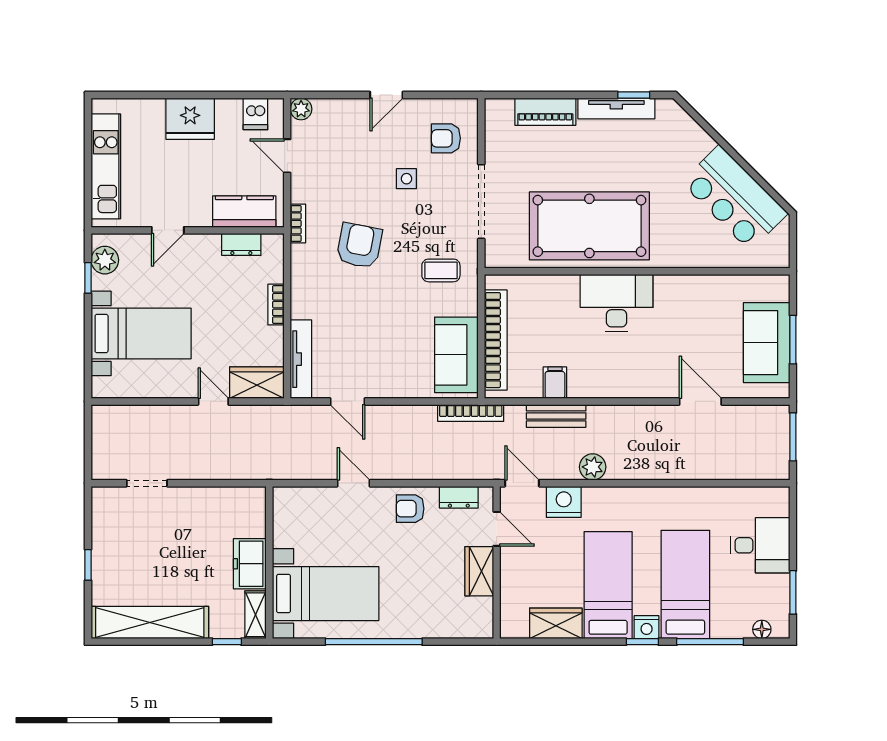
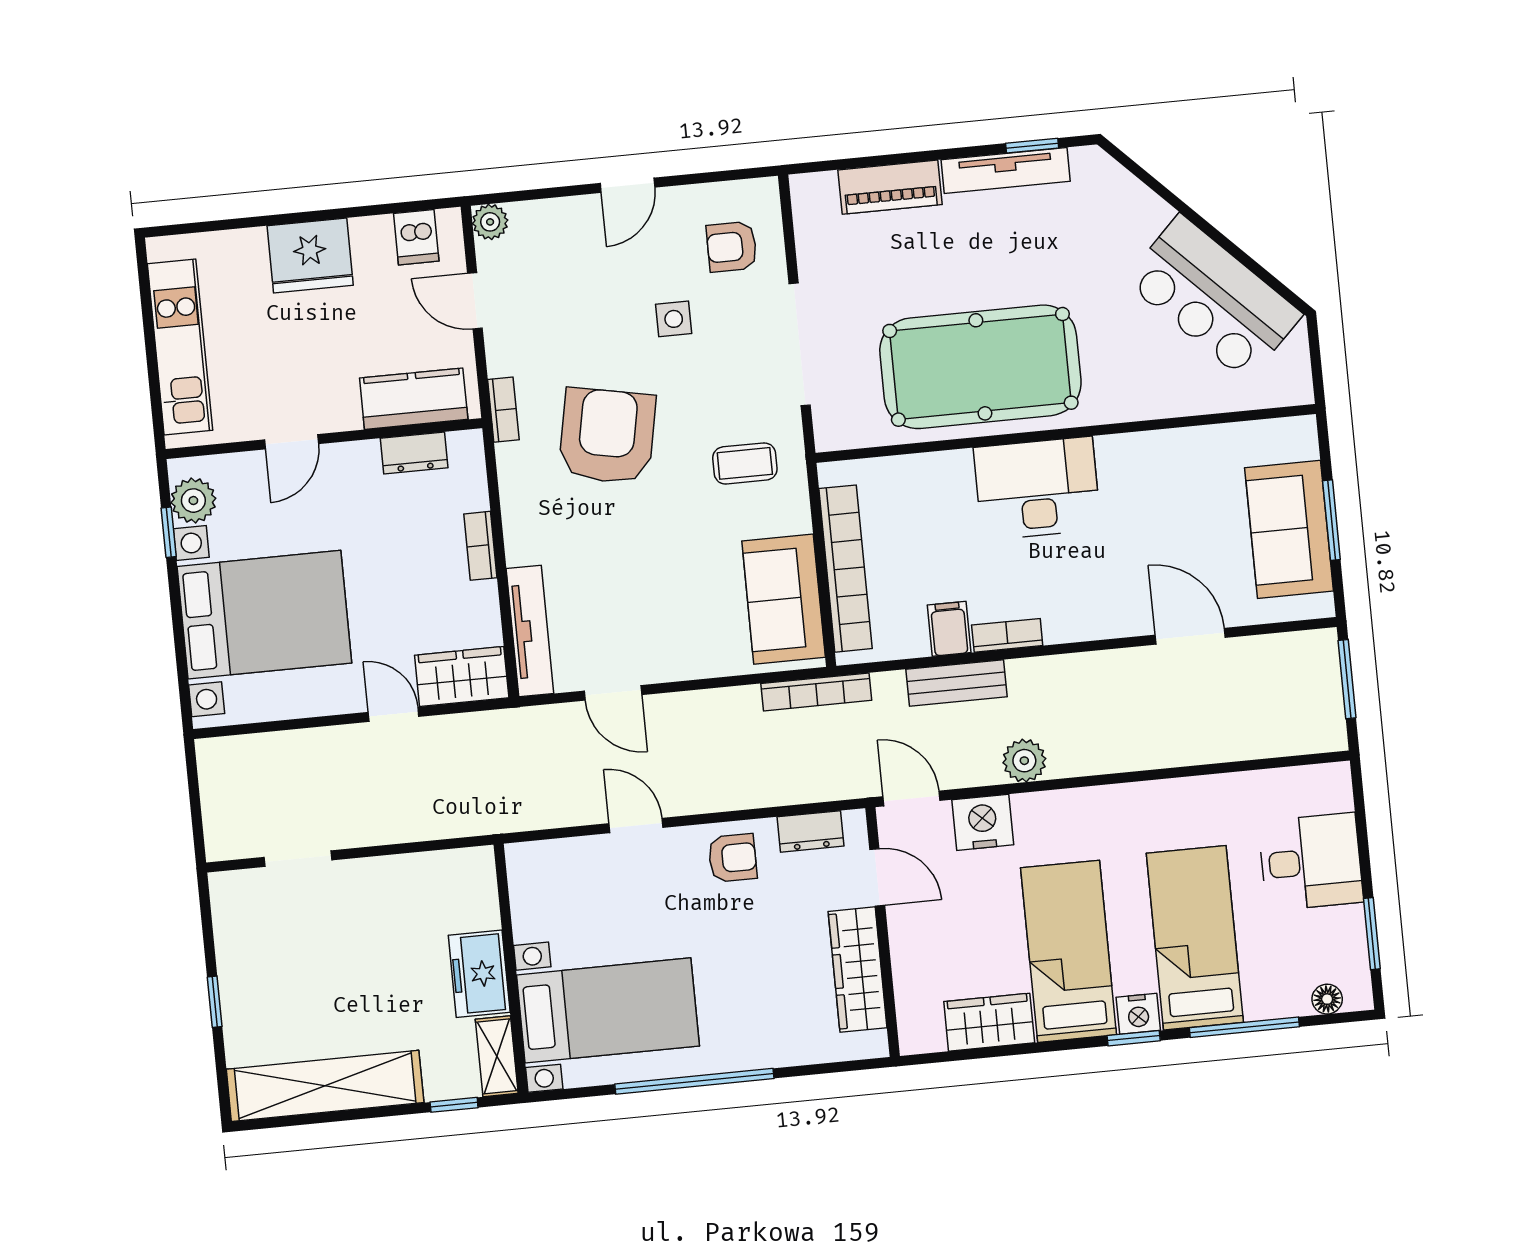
armchair: (359, 246) -> (607, 436), width x1.36, depth x1.36
bed with nightstands: (141, 333) -> (264, 615), width x1.36
bookcase: (590, 390) -> (1007, 635), added
armchair: (410, 509) -> (733, 858), turned 180
wardrobe: (479, 571) -> (858, 970), width x1.50

